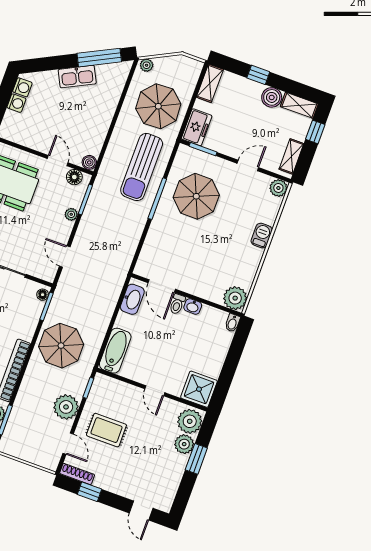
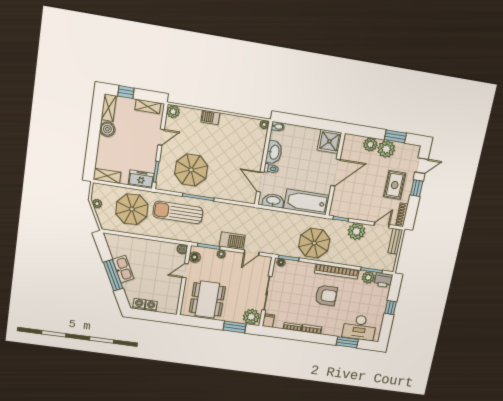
window: (99, 58) -> (113, 275), moved
plant: (147, 65) -> (97, 204), moved
window: (258, 75) -> (93, 142), removed
door: (248, 165) -> (161, 137), swing flipped
sun lounger: (142, 167) -> (178, 212), turned 180
barbecue: (87, 233) -> (232, 241), added
door: (162, 286) -> (260, 182), swing flipped
plant: (235, 298) -> (264, 125), width x0.53, depth x0.53
washbasin: (193, 306) -> (274, 152), width x1.91, depth x1.45
bathtub: (115, 351) -> (306, 202), width x1.36, depth x1.36
door: (155, 391) -> (336, 173), width x1.87
plant: (190, 421) -> (386, 149), moved
rug: (106, 430) -> (395, 185), moved
bench: (41, 459) -> (395, 241), added
window: (196, 459) -> (395, 136), moved
window: (89, 492) -> (417, 188), moved

